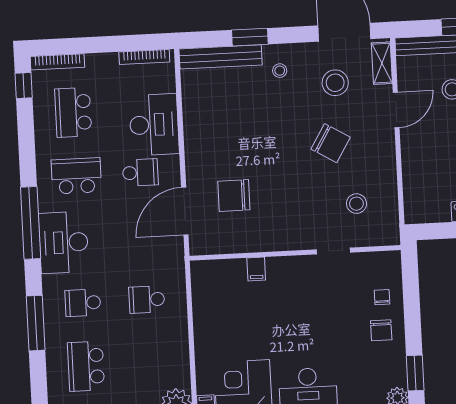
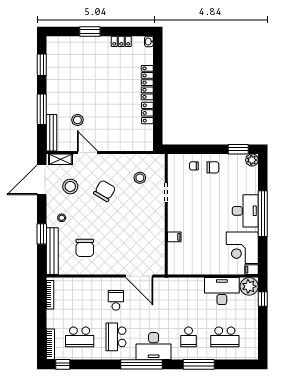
desk: (154, 125) -> (222, 291), moved
chair: (234, 196) -> (85, 248), moved
school desk: (147, 300) -> (189, 300), removed

